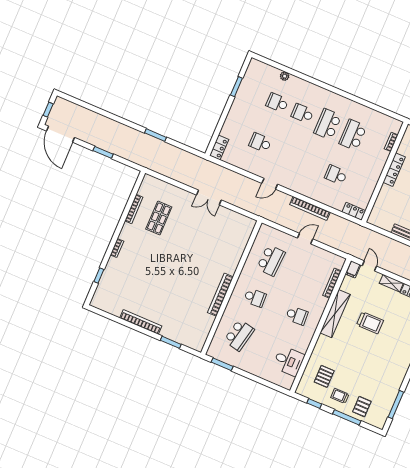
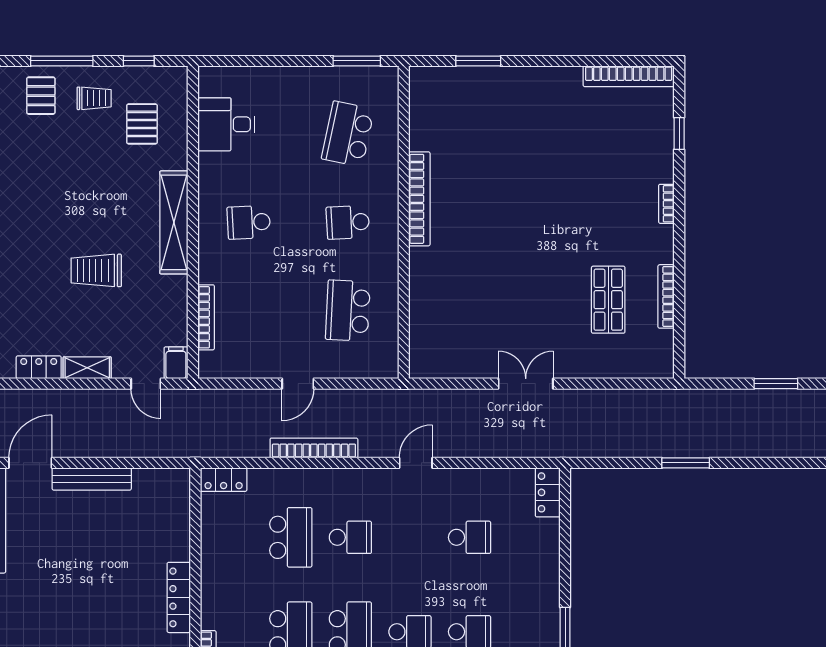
school desk: (311, 164) -> (350, 537), added
school desk: (336, 175) -> (291, 537), width x1.85
shelving: (335, 314) -> (174, 222), moved
bookcase: (141, 322) -> (629, 76), moved

